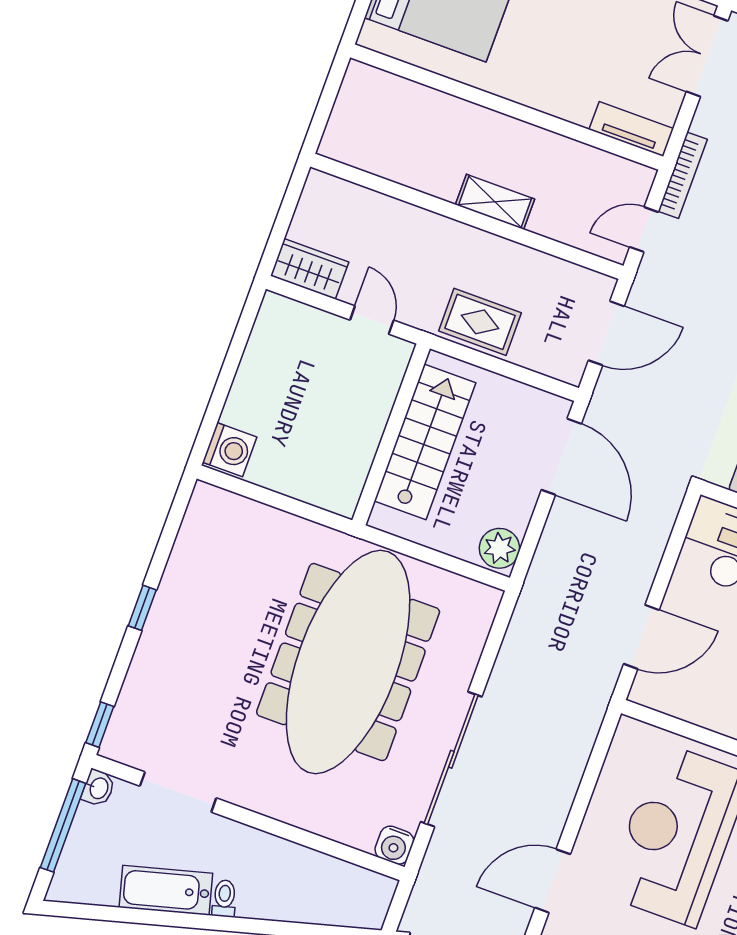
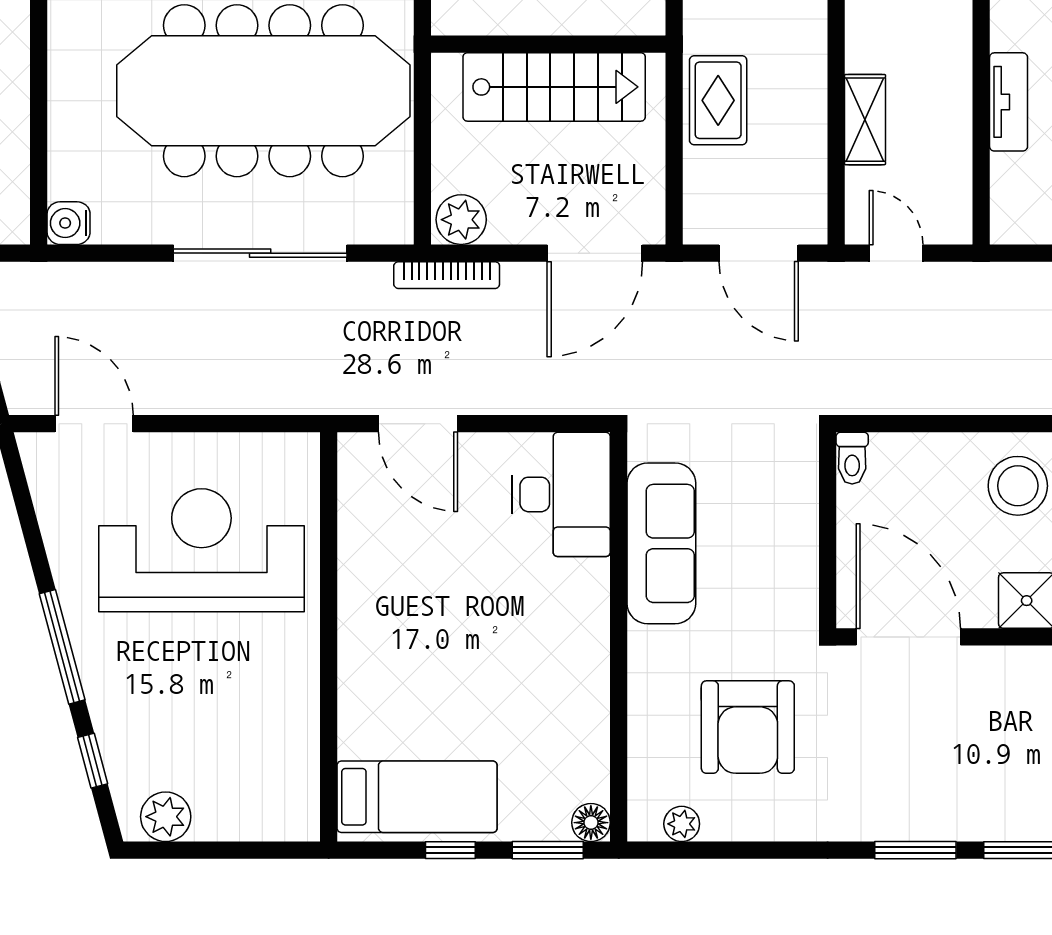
tv unit: (631, 129) -> (1009, 102), moved
bookcase: (683, 175) -> (447, 275), moved
shelving: (495, 202) -> (865, 120), moved
sliding door: (451, 759) -> (260, 253), moved

